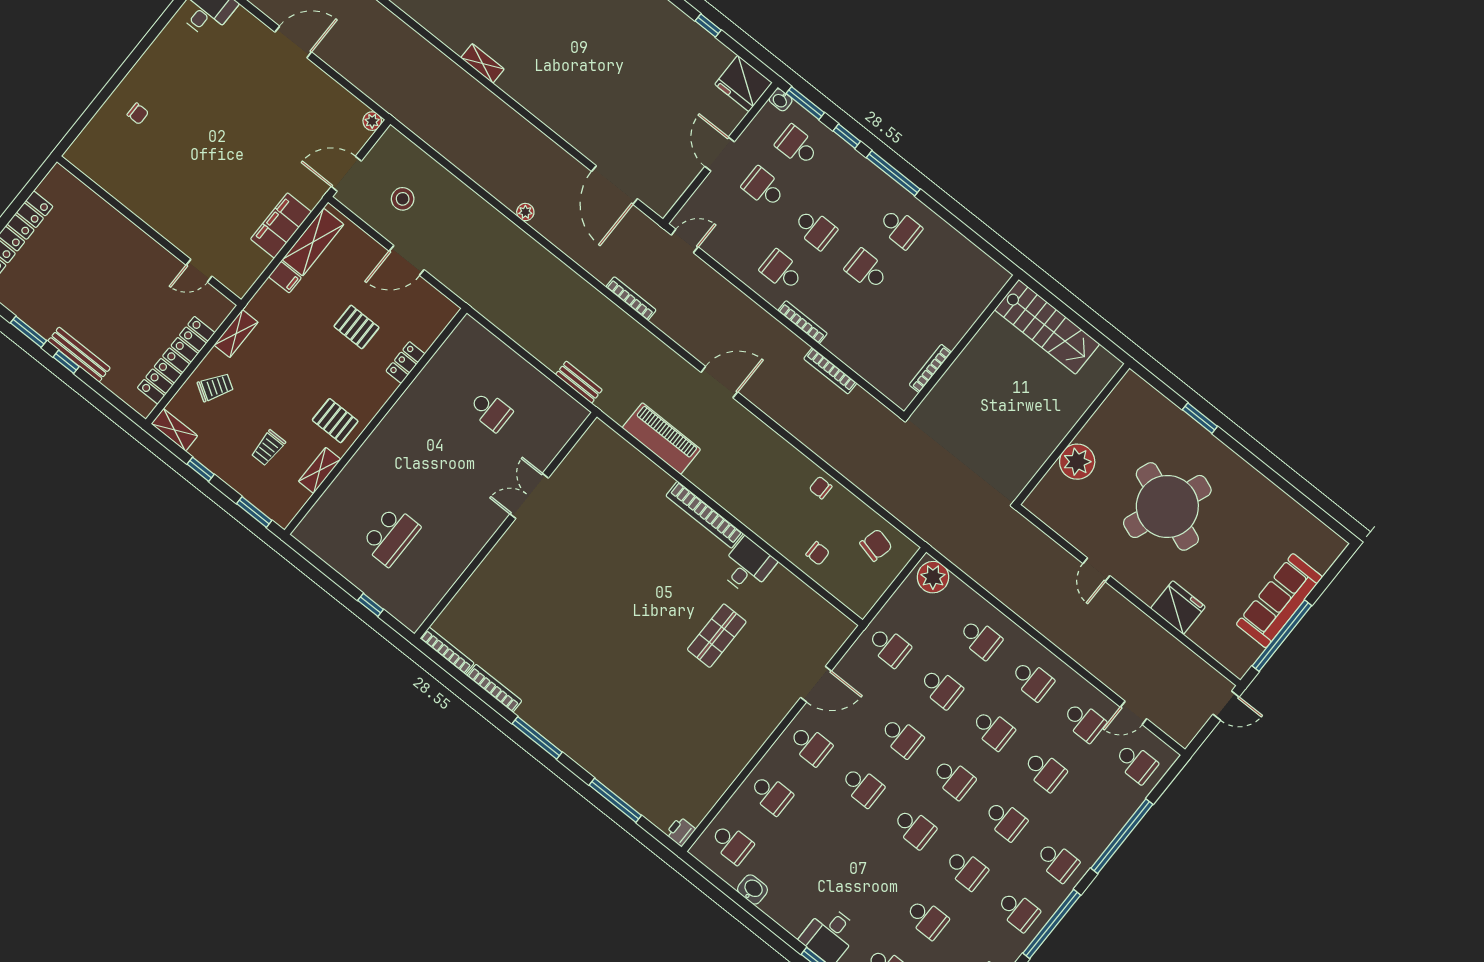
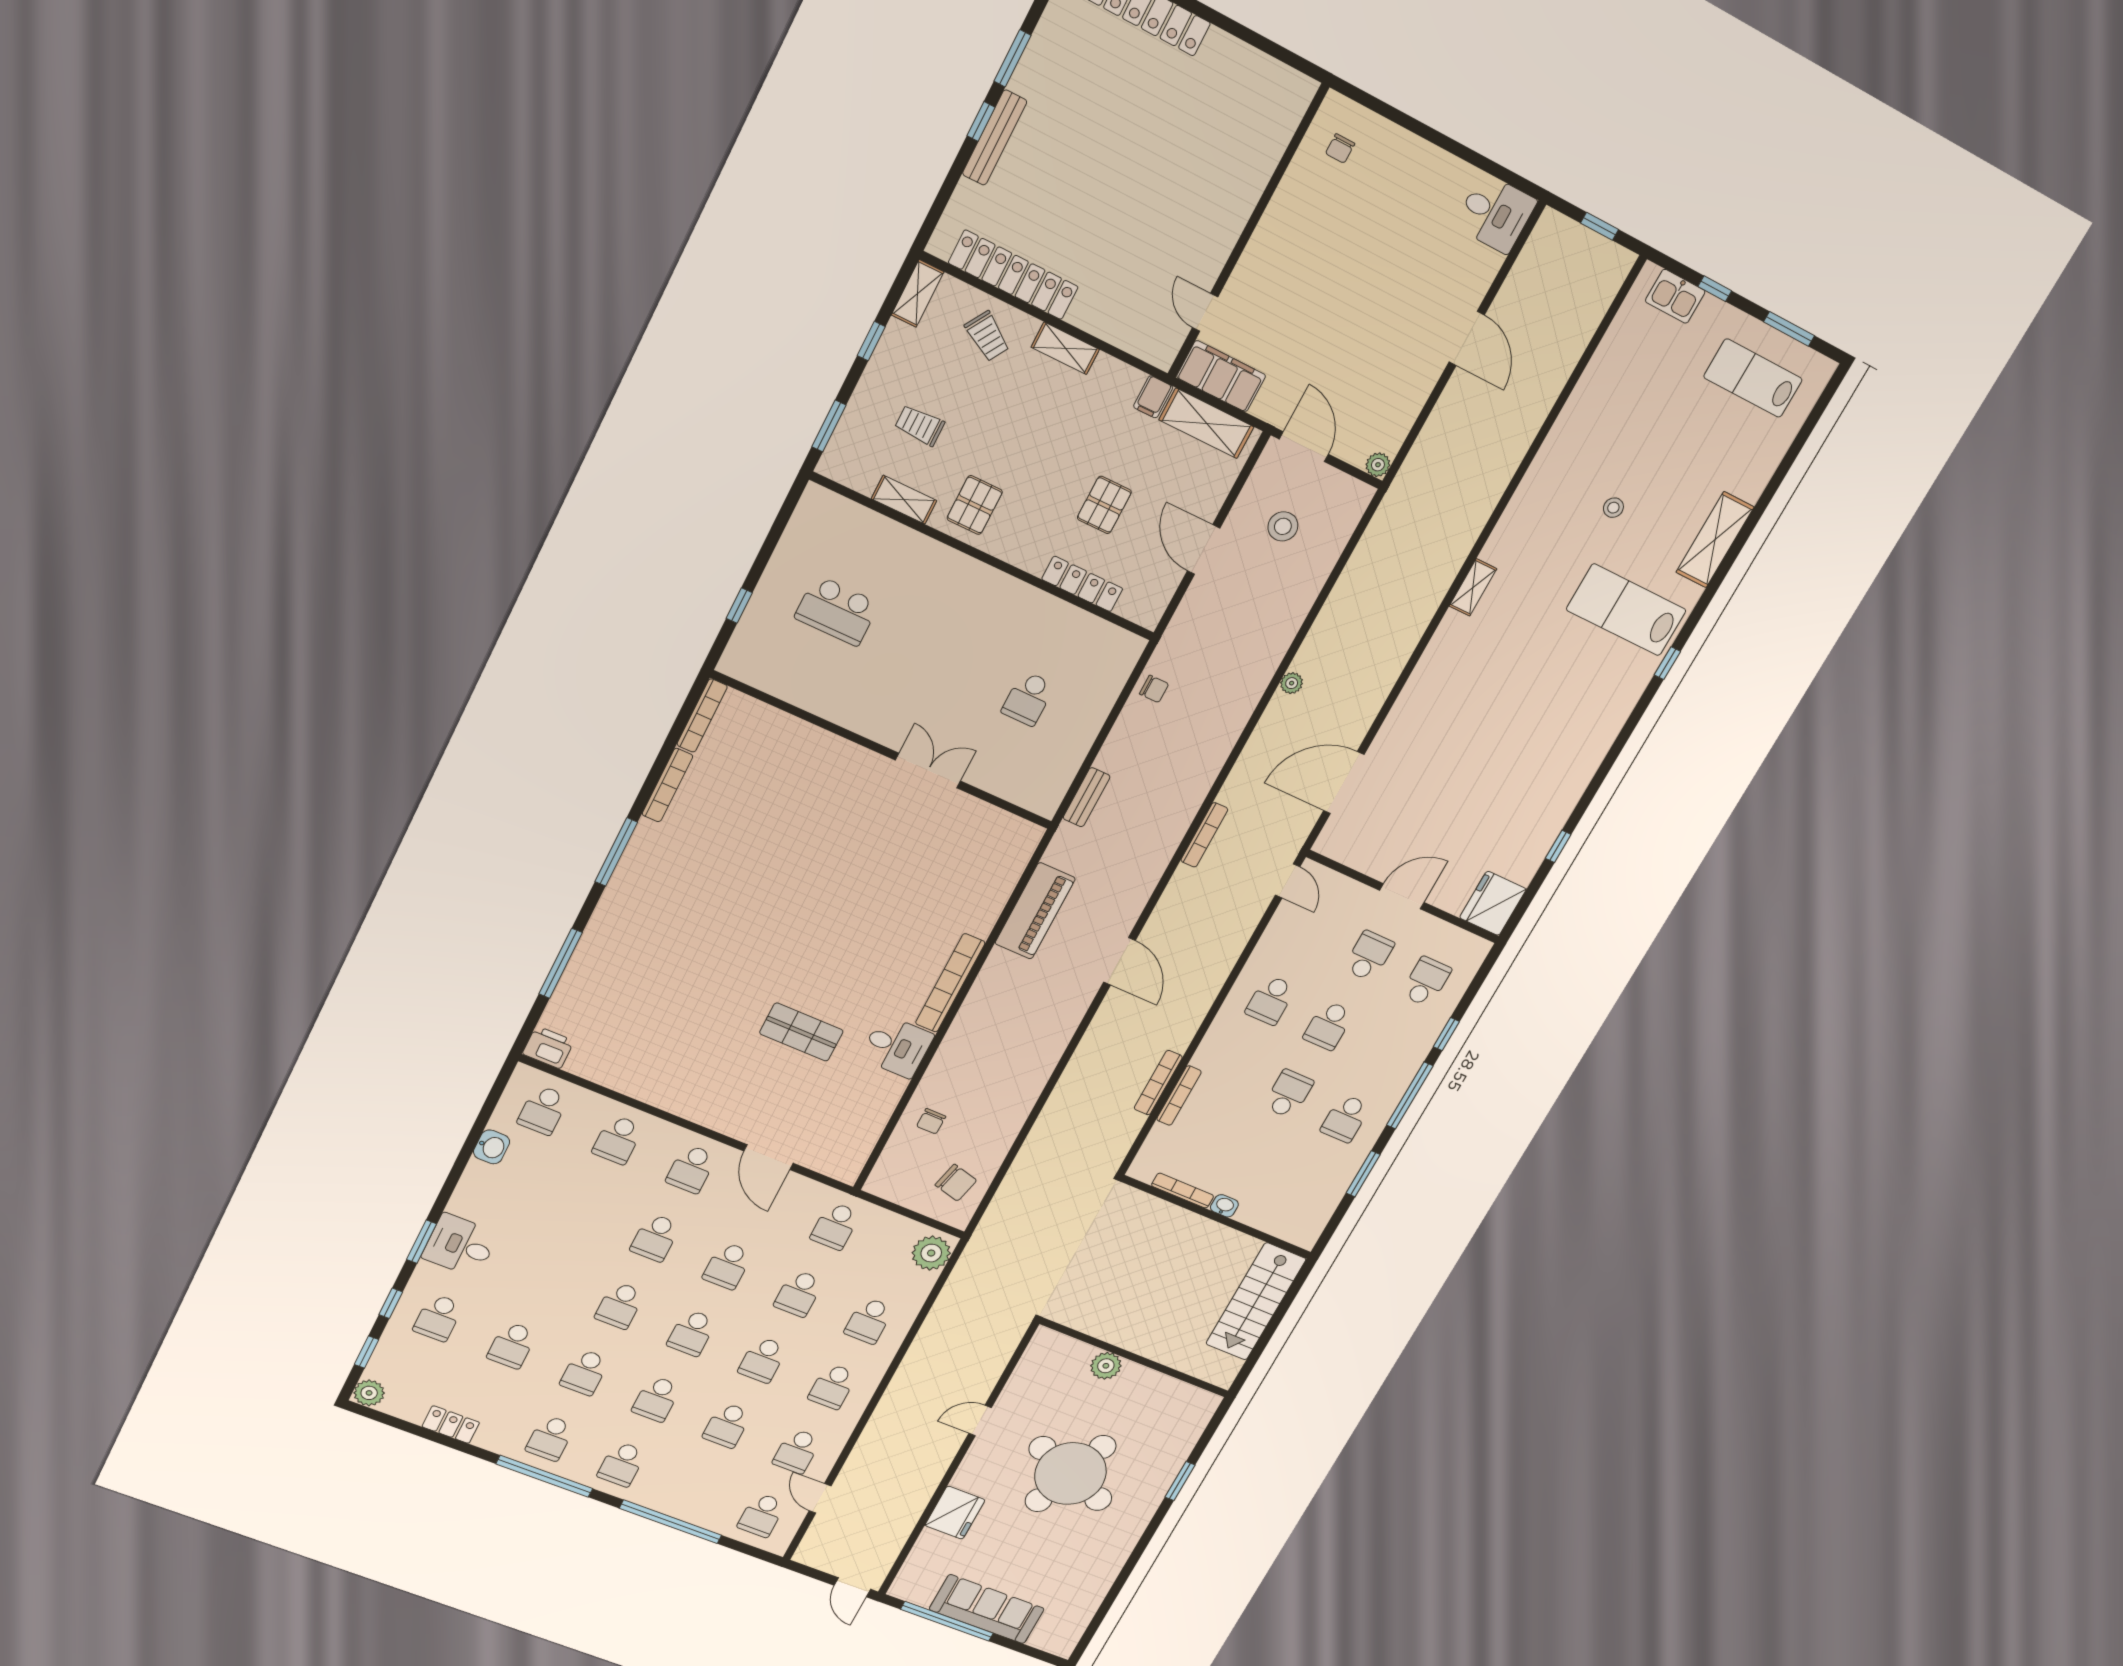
washbasin: (781, 100) -> (1224, 1206), moved, turned 90
window: (805, 103) -> (1363, 1174), moved
wall: (149, 231) -> (1248, 232), moved
door: (199, 271) -> (1205, 312), moved
school desk: (782, 271) -> (1271, 1000), turned 180
bookcase: (803, 322) -> (1179, 1096), moved
locker: (405, 362) -> (1082, 584), width x1.53
plant: (1077, 462) -> (1106, 1366), width x0.73, depth x0.73
chair: (821, 488) -> (1154, 689), moved, turned 90
printer: (680, 831) -> (548, 1047), width x1.36, depth x1.24

